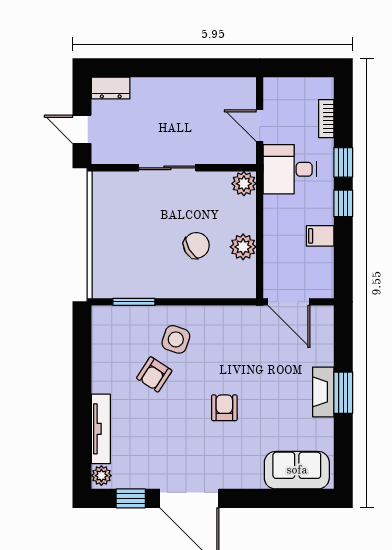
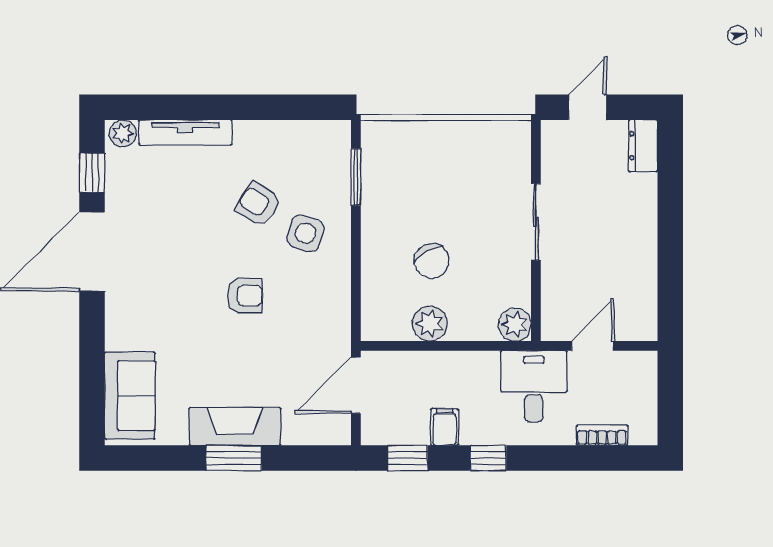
window: (343, 162) -> (407, 458), moved
fireplace: (323, 392) -> (235, 427), width x1.37, depth x1.32
armchair: (224, 408) -> (245, 296), moved

